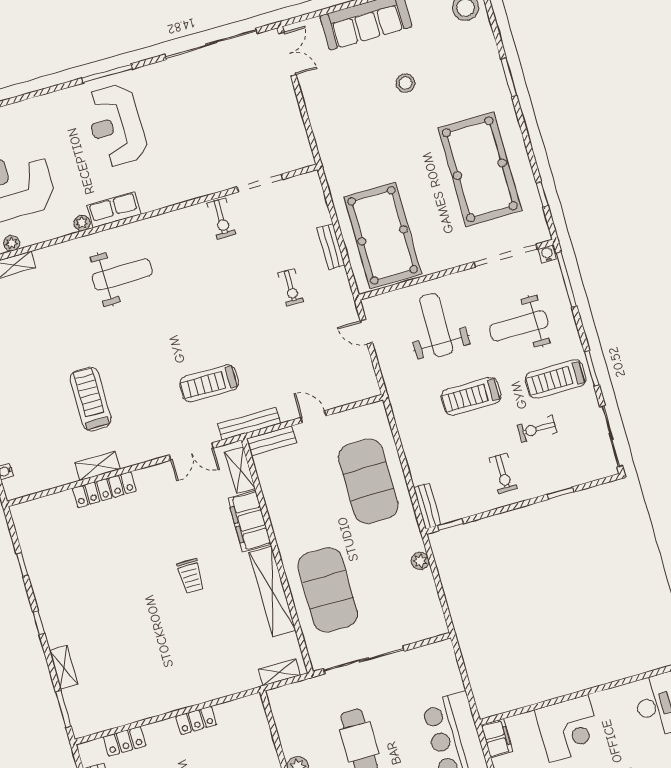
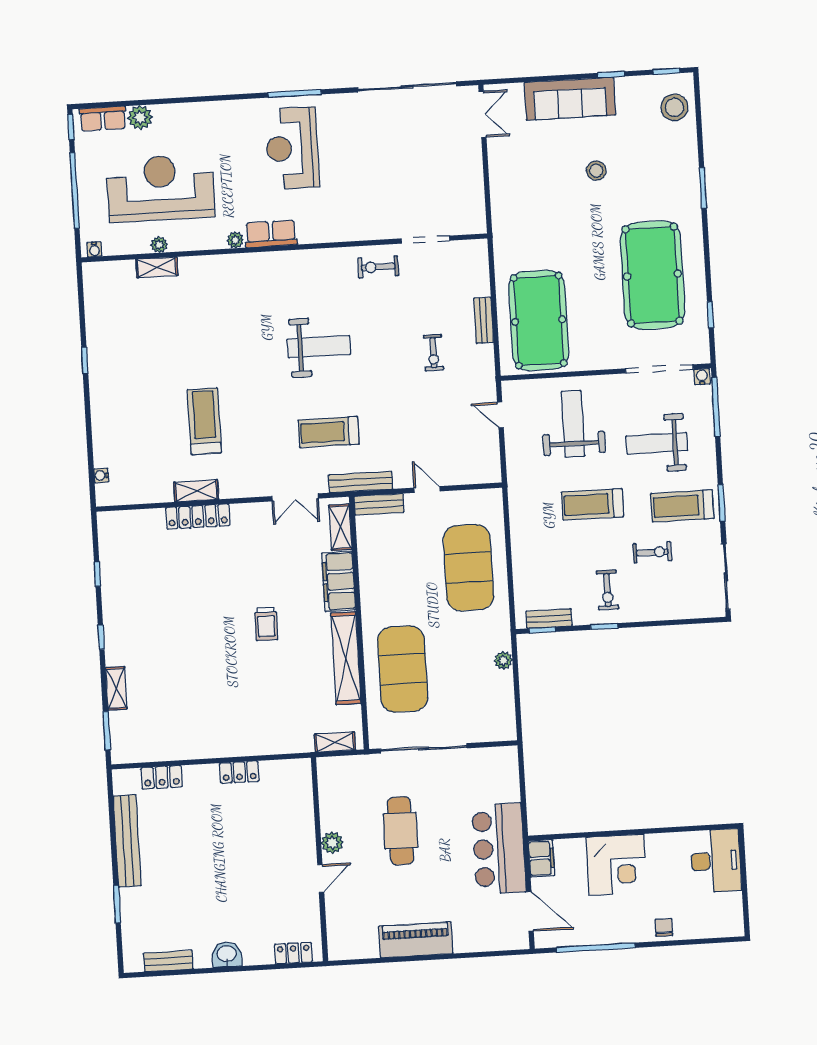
exercise bike: (221, 219) -> (378, 267), turned 90
weight bench: (122, 275) -> (319, 347), moved
exercise bike: (537, 429) -> (652, 552), turned 180
window: (561, 493) -> (604, 626), moved
bench: (427, 506) -> (549, 619), moved, turned 90

